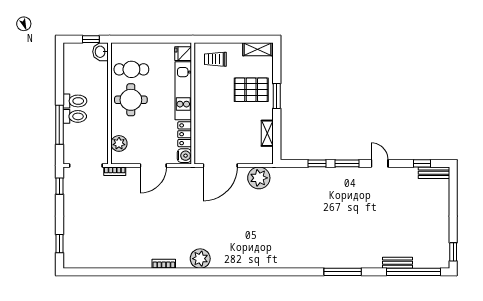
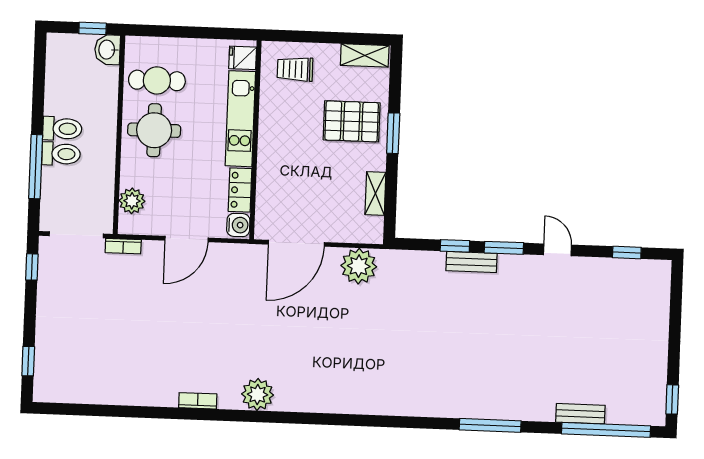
bench: (434, 173) -> (471, 262), moved

